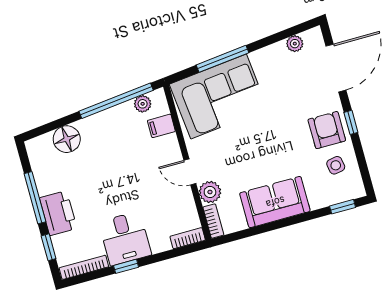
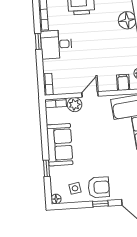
floor lamp: (358, 190) -> (56, 199), added
window: (343, 207) -> (46, 168), moved

